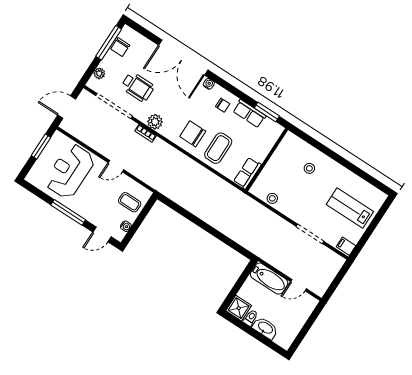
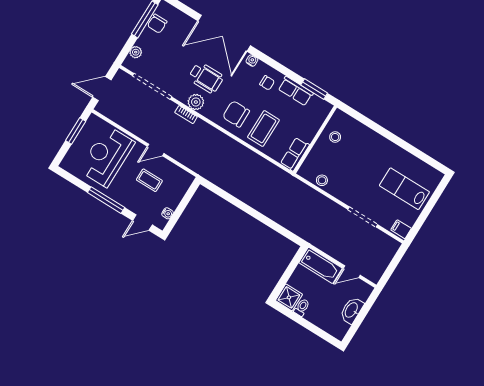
wheelchair: (138, 87) -> (206, 78), moved
stool: (309, 168) -> (335, 137), moved
coffee table: (130, 202) -> (149, 180), moved
washbasin: (265, 328) -> (352, 310), moved, turned -90

